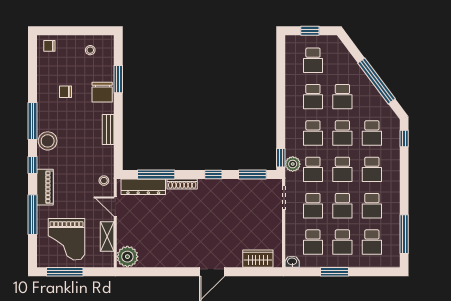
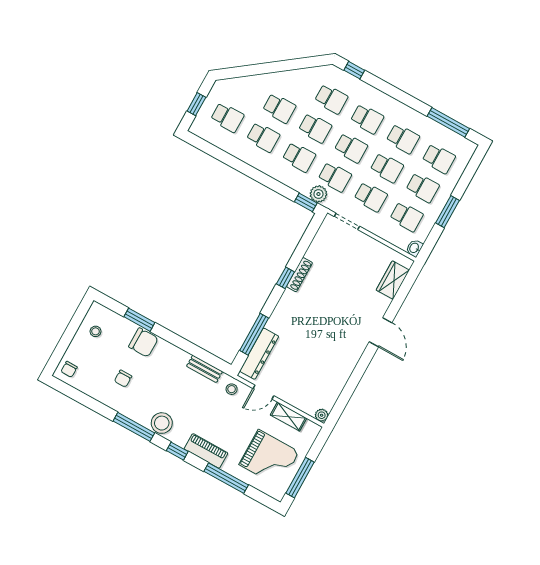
window: (377, 81) -> (282, 66), removed
bench: (108, 130) -> (205, 369), moved
window: (252, 174) -> (307, 239), removed
shoe rack: (182, 184) -> (299, 275), moved
plant: (127, 257) -> (322, 415), width x0.53, depth x0.53

